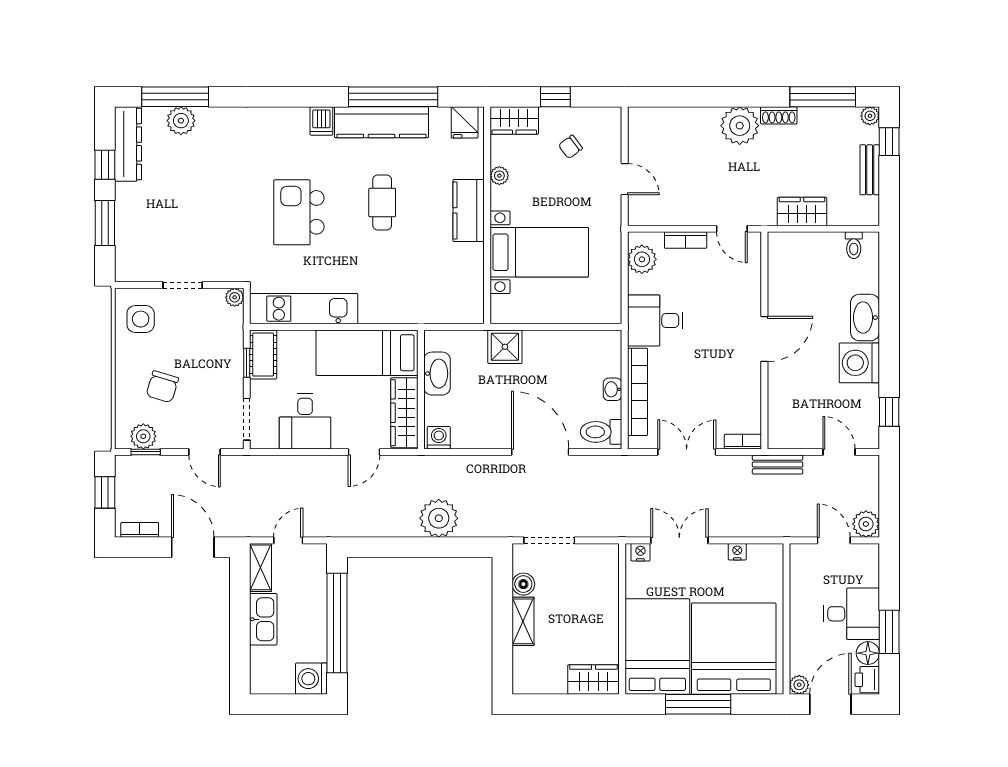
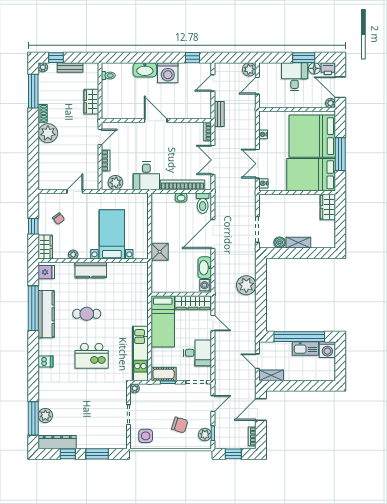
dishwasher: (321, 121) -> (46, 362), moved
washbasin: (437, 374) -> (205, 268), moved, turned -90
kitchen sink: (263, 619) -> (305, 348), moved, turned 180

